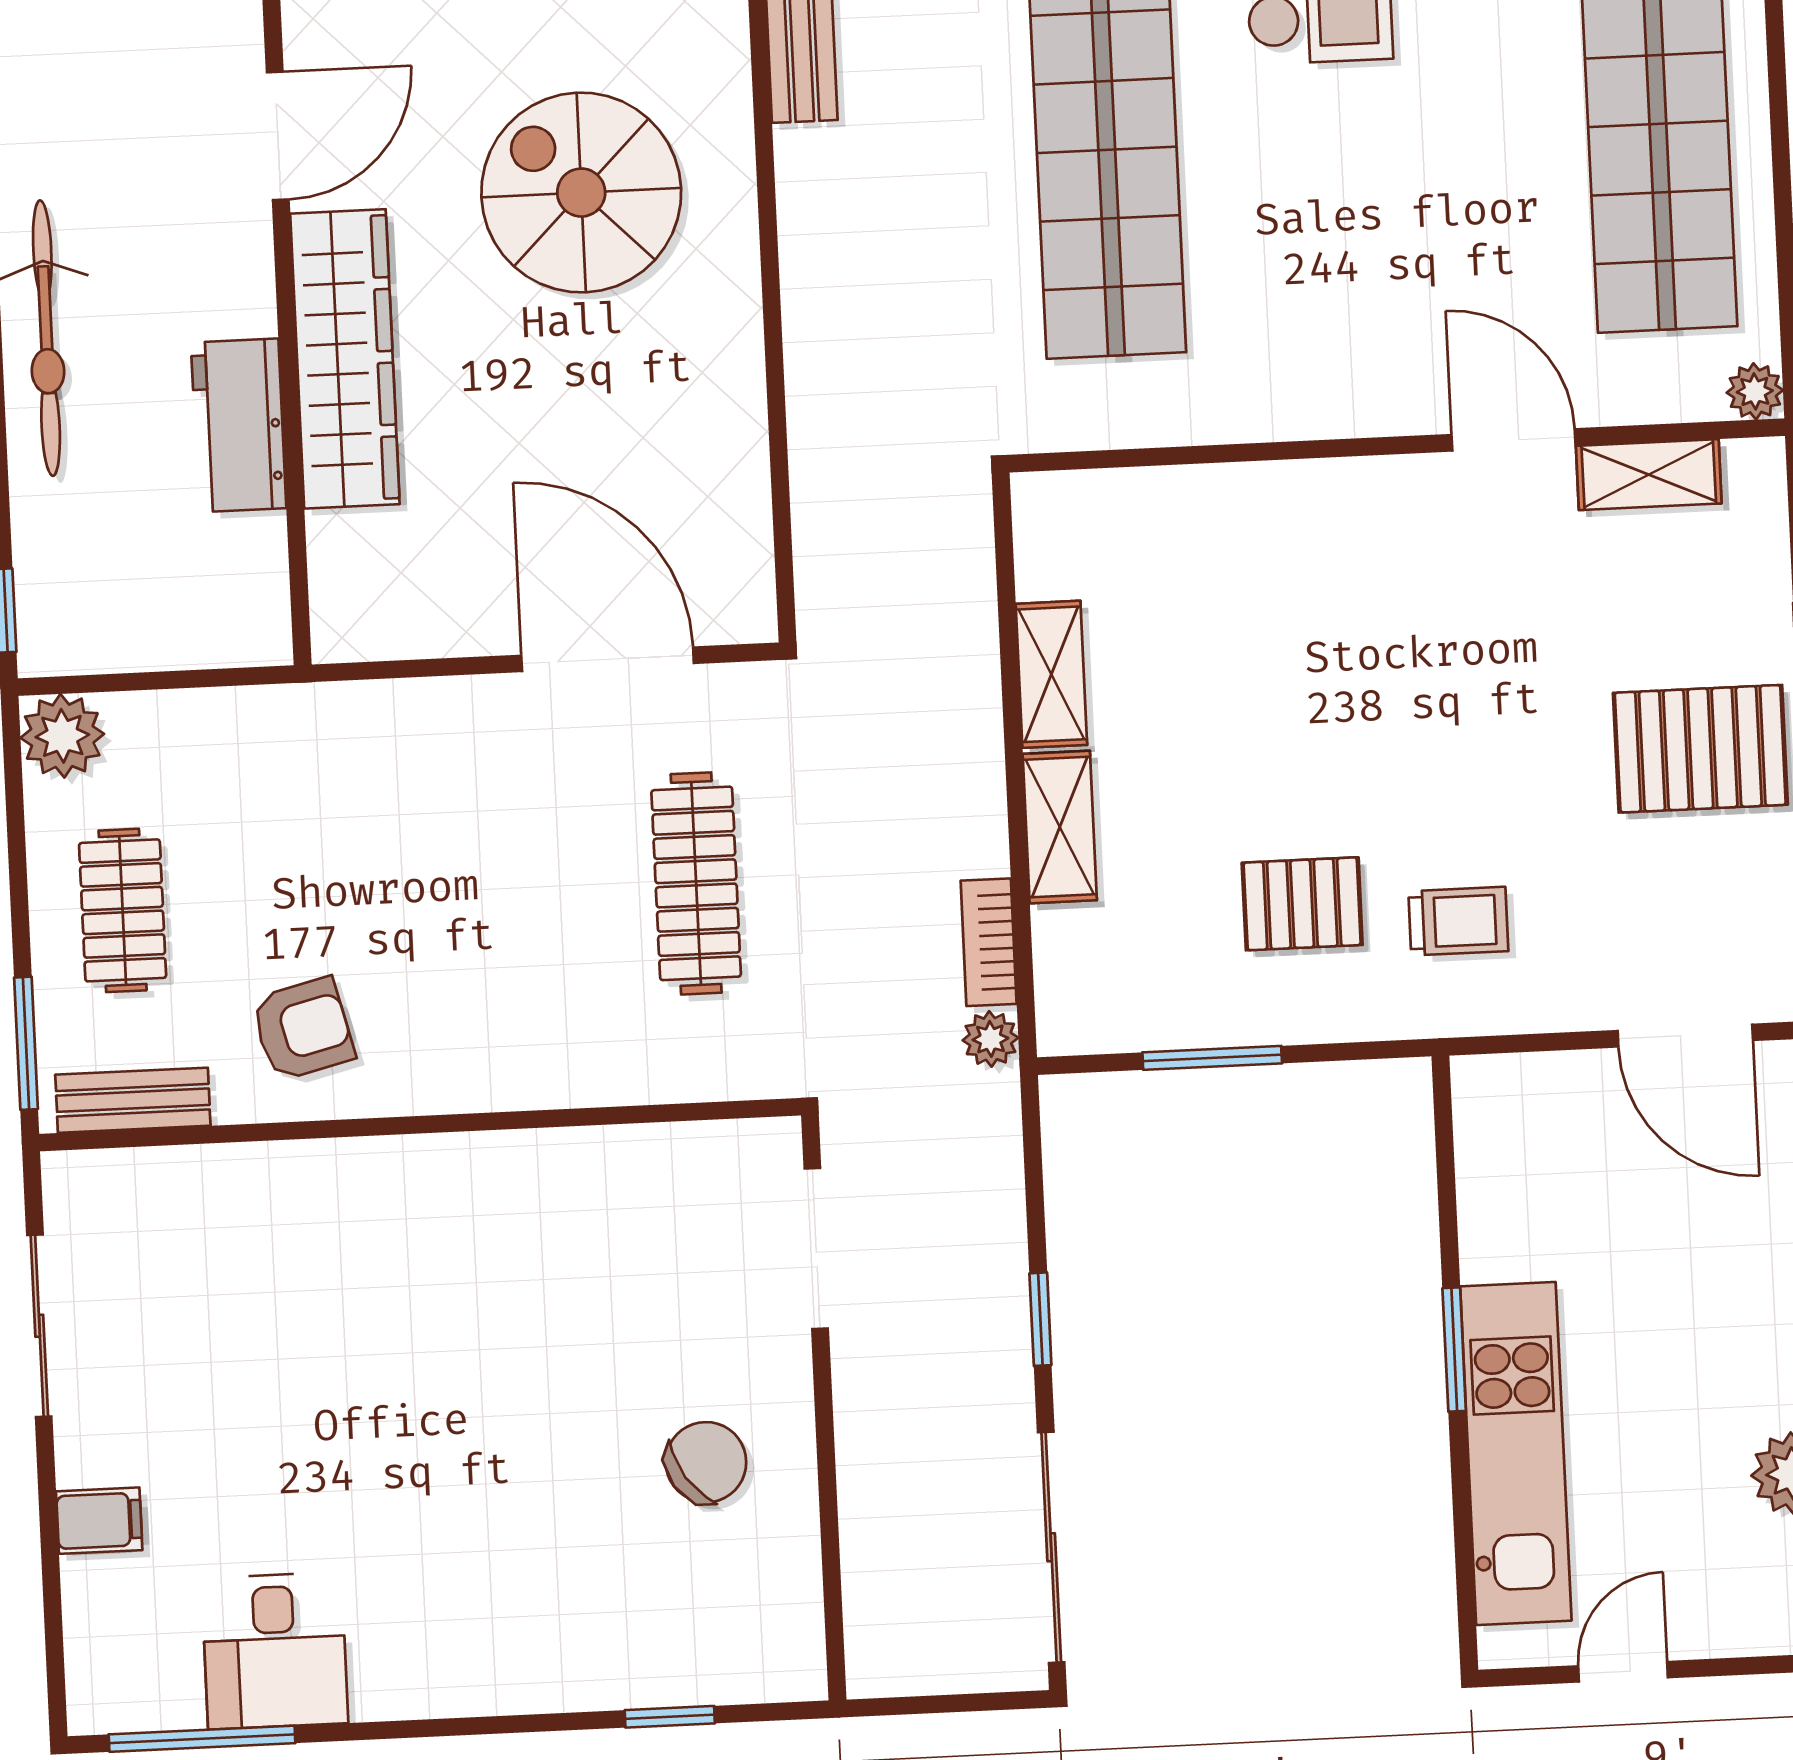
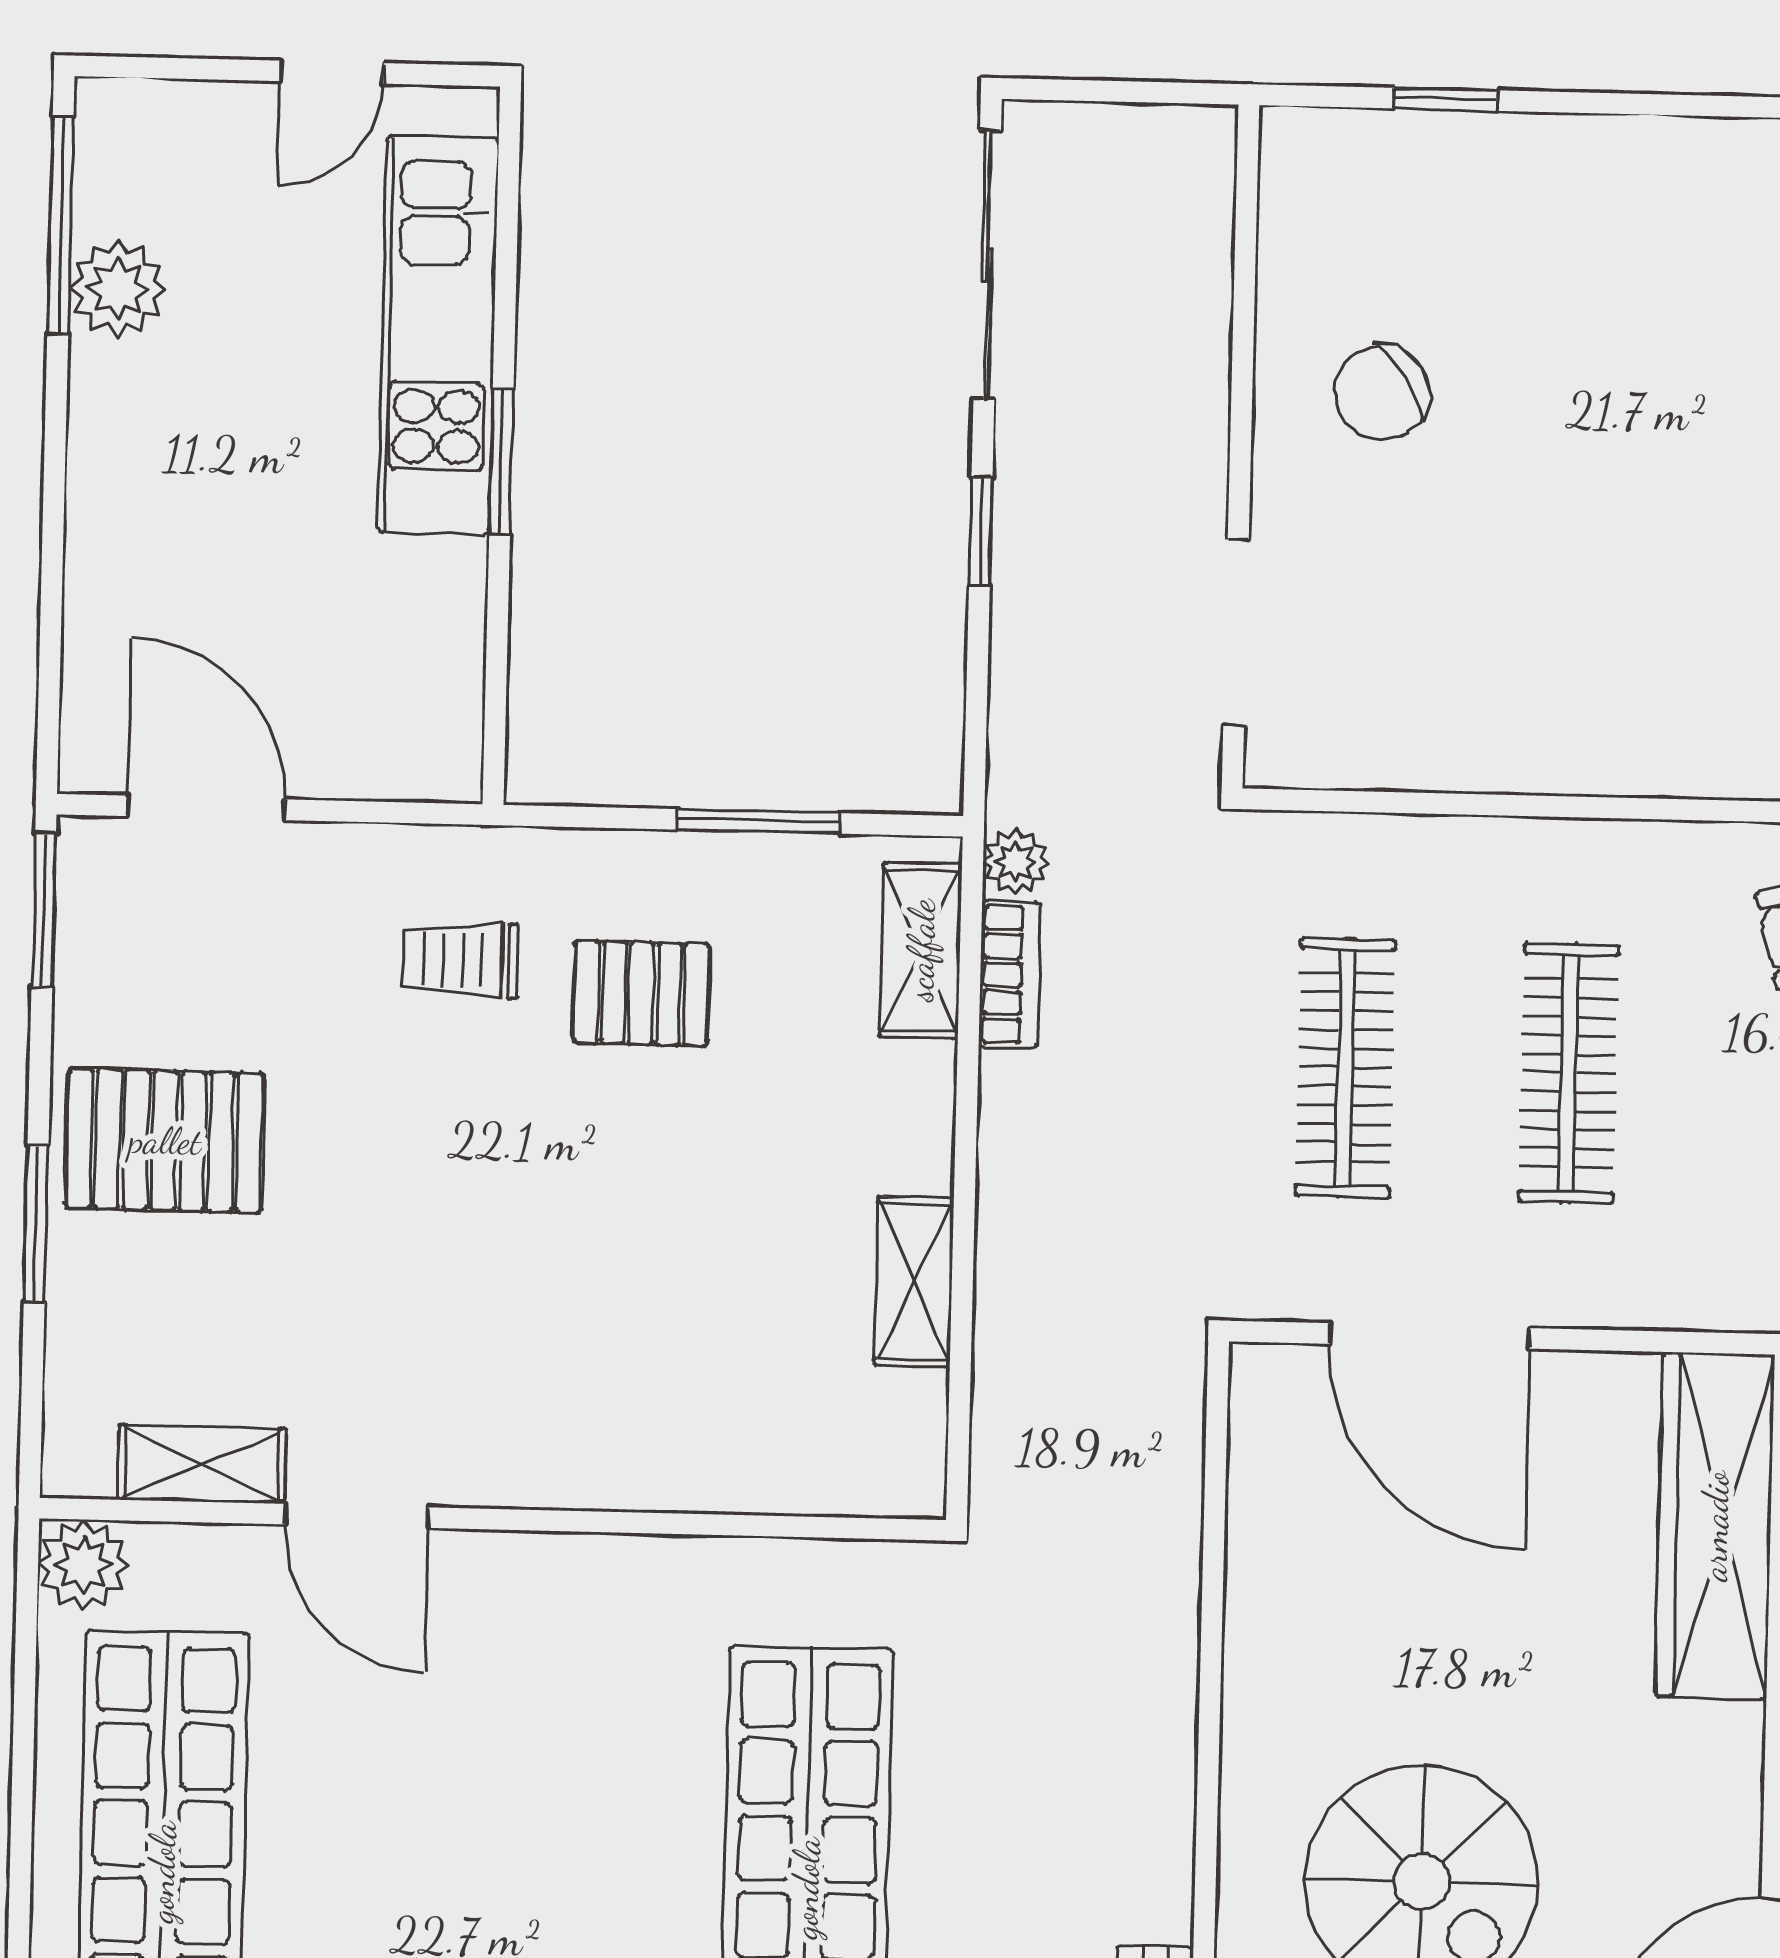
wardrobe: (345, 359) -> (1715, 1526), moved
plant: (1755, 391) -> (83, 1565), width x1.38, depth x1.38
shelving: (1060, 827) -> (921, 950), moved
clothes rail: (505, 892) -> (1569, 1073), added

